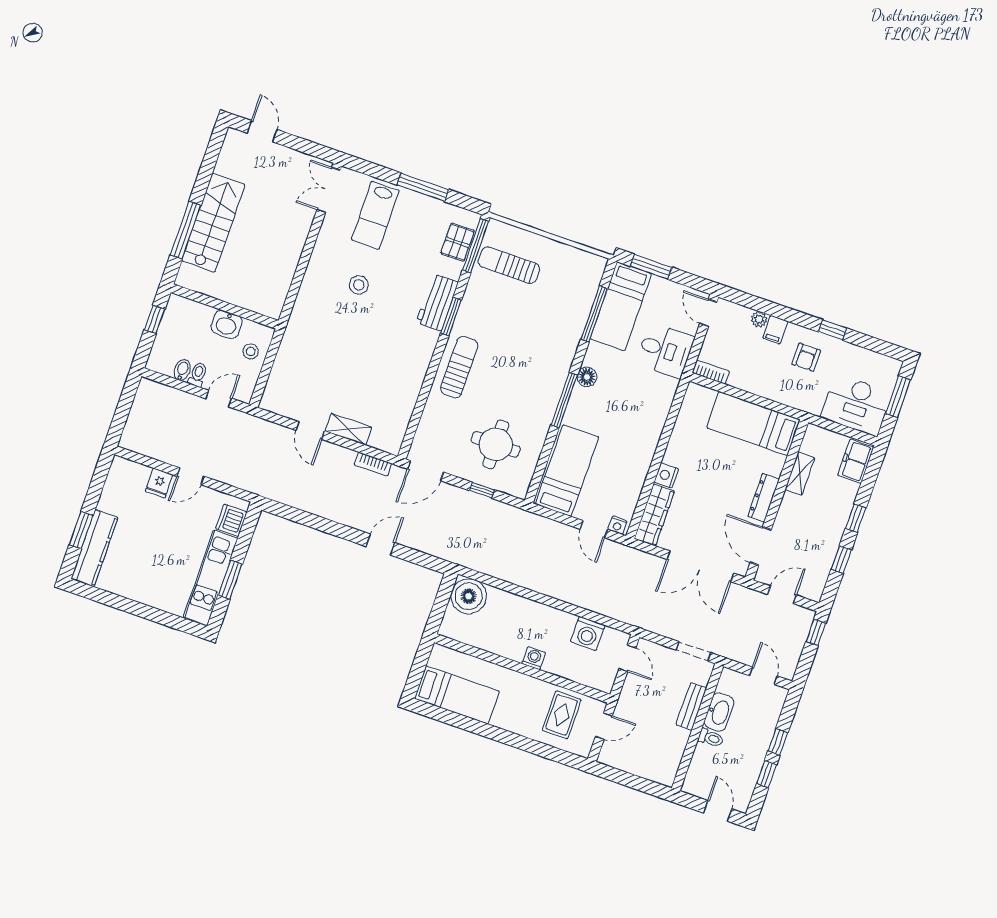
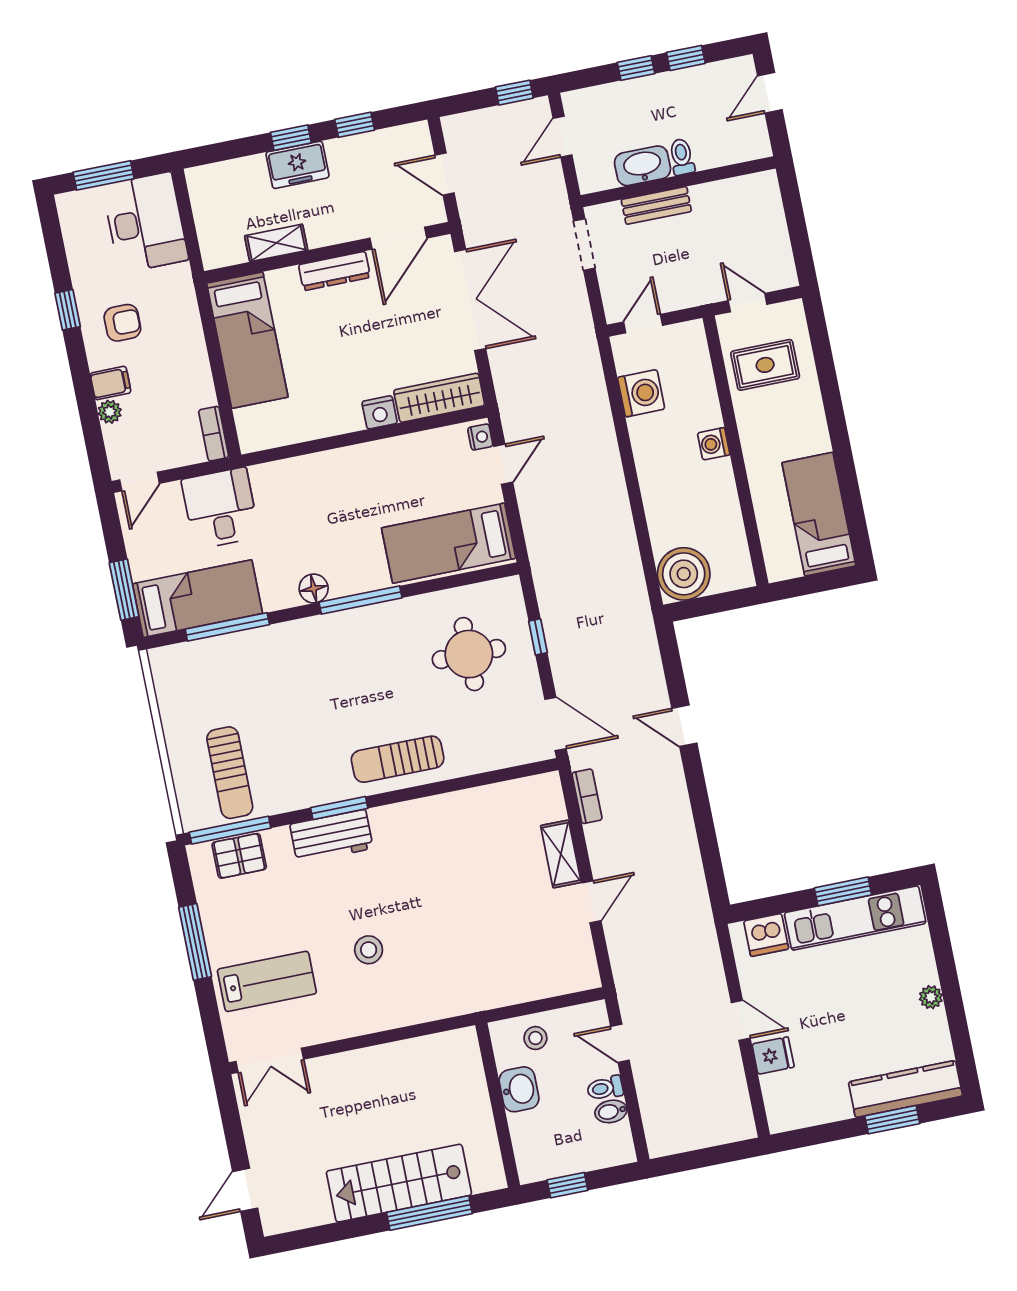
freezer: (856, 461) -> (297, 165), moved
plant: (139, 594) -> (931, 997), added
window: (816, 632) -> (514, 93), moved

